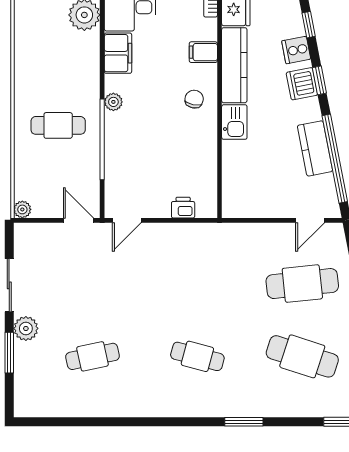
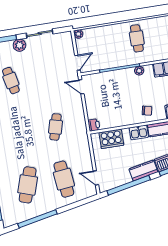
cafe table: (58, 125) -> (137, 38), moved
kitchen counter: (315, 148) -> (143, 171), moved
cooker: (238, 178) -> (111, 139), added
printer: (183, 208) -> (94, 125), moved
cafe table: (197, 356) -> (55, 127), moved

